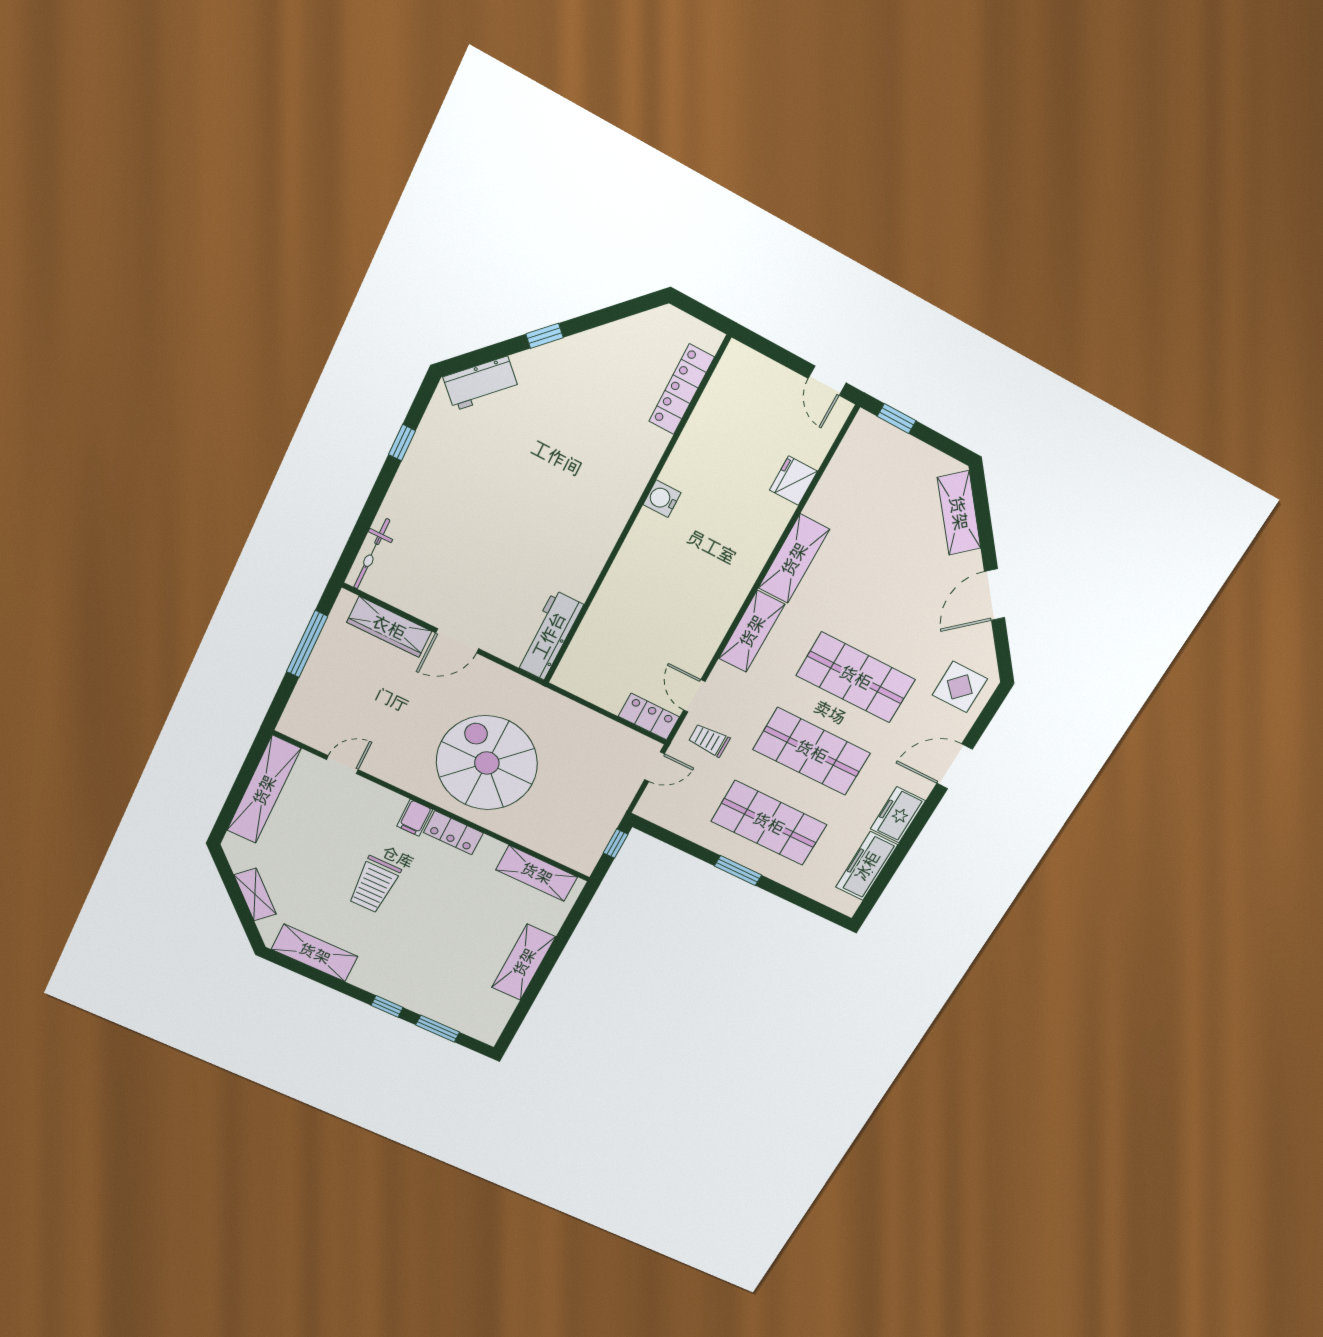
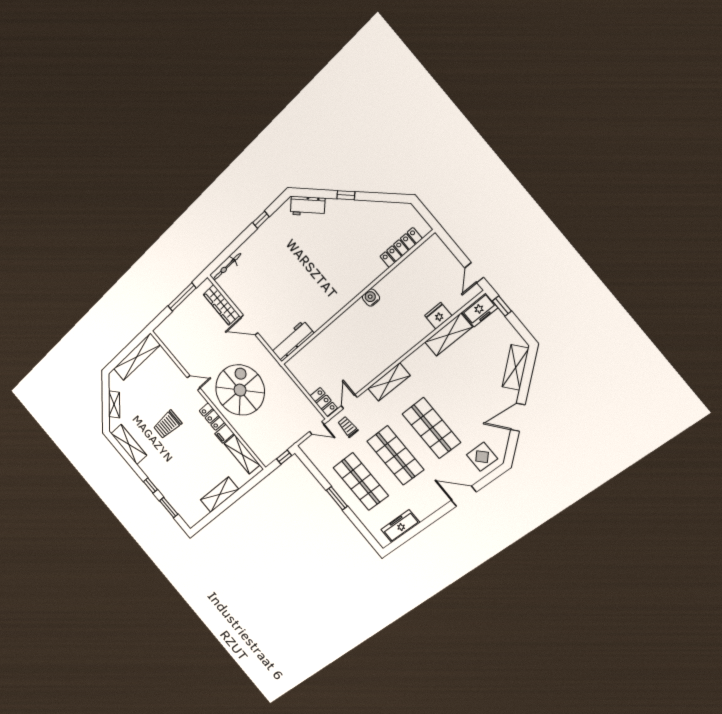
shelving: (794, 559) -> (448, 335), moved
door: (342, 765) -> (194, 383), moved
freezer: (898, 815) -> (480, 310), moved, turned 180
filing cabinet: (415, 818) -> (224, 434), moved

